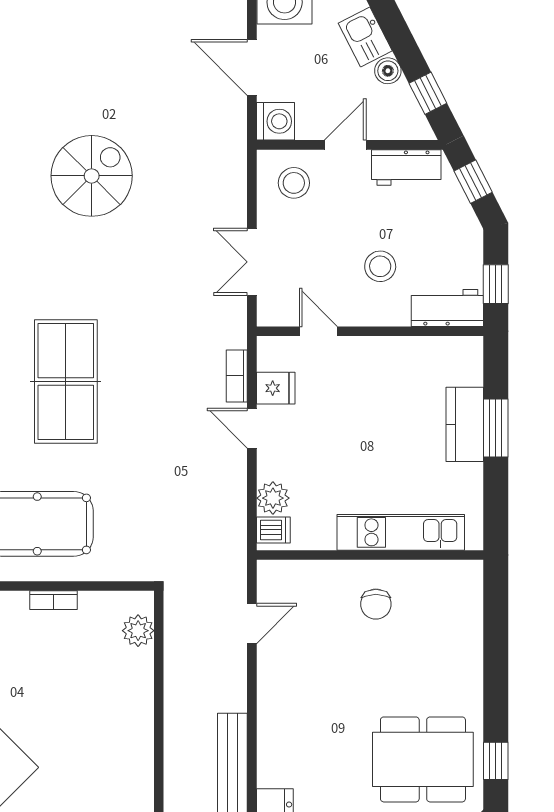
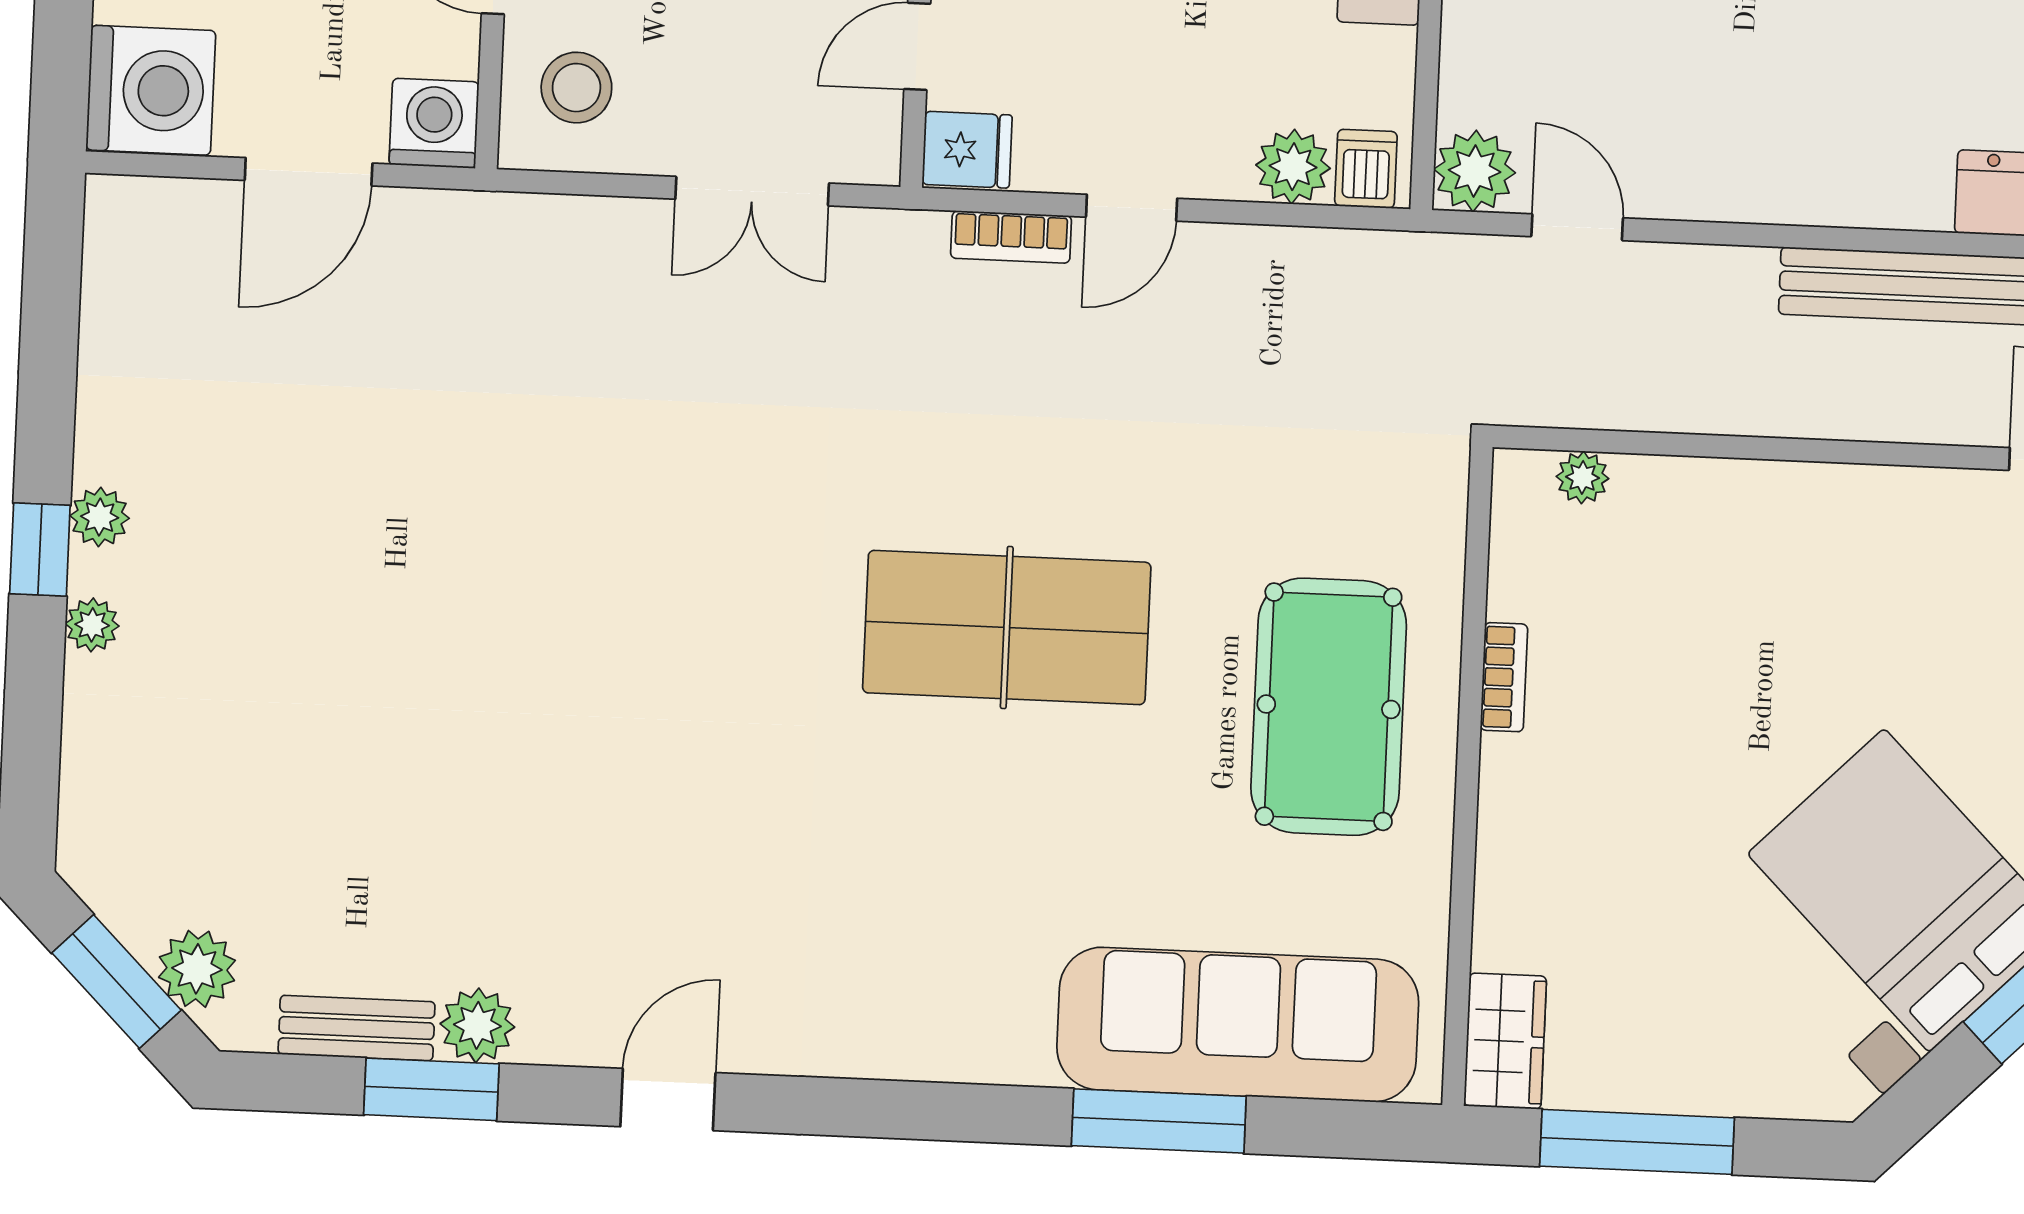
spiral stairs: (92, 176) -> (540, 548), removed
fridge: (276, 388) -> (967, 150), moved, turned 90
plant: (274, 578) -> (1475, 171), added
plant: (138, 631) -> (1583, 477), width x0.73, depth x0.73

